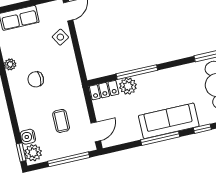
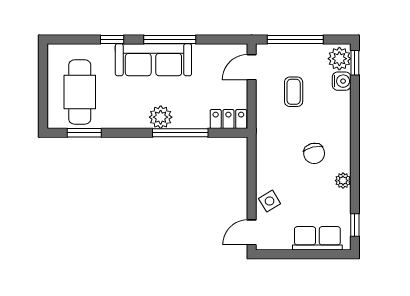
chair: (36, 79) -> (314, 153), turned 76
plant: (128, 86) -> (161, 117), moved

